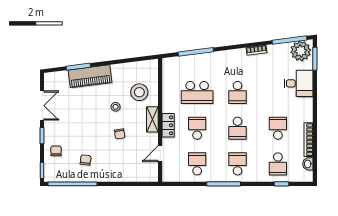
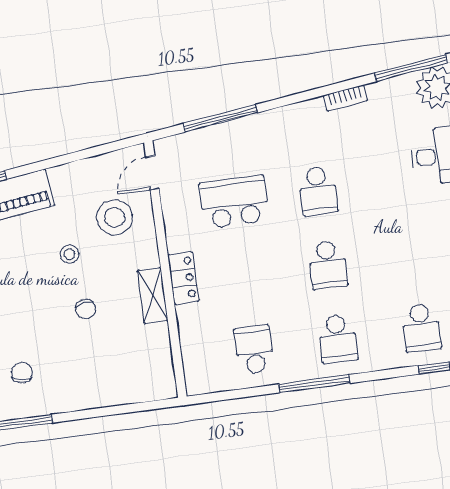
school desk: (197, 92) -> (234, 202), turned 180
shelving: (152, 119) -> (152, 296), moved
school desk: (197, 128) -> (244, 276), removed
school desk: (278, 128) -> (411, 254), removed
door: (160, 154) -> (152, 173), moved
school desk: (237, 164) -> (338, 339), turned 180

